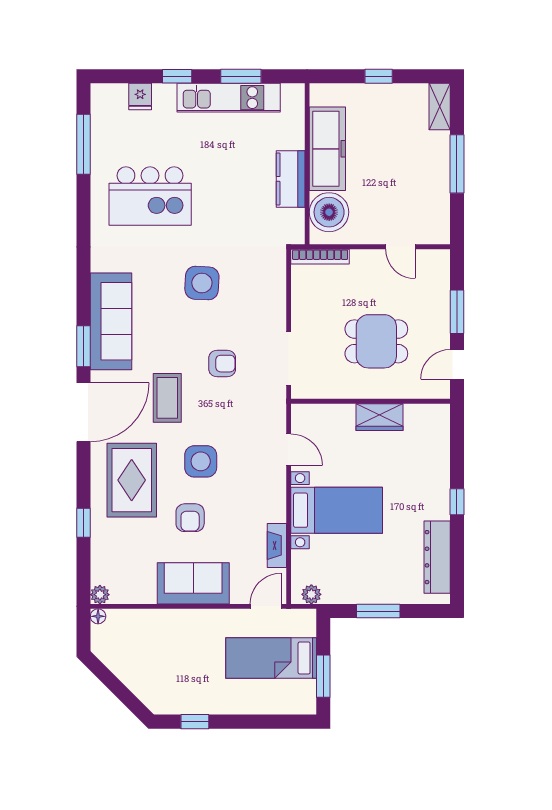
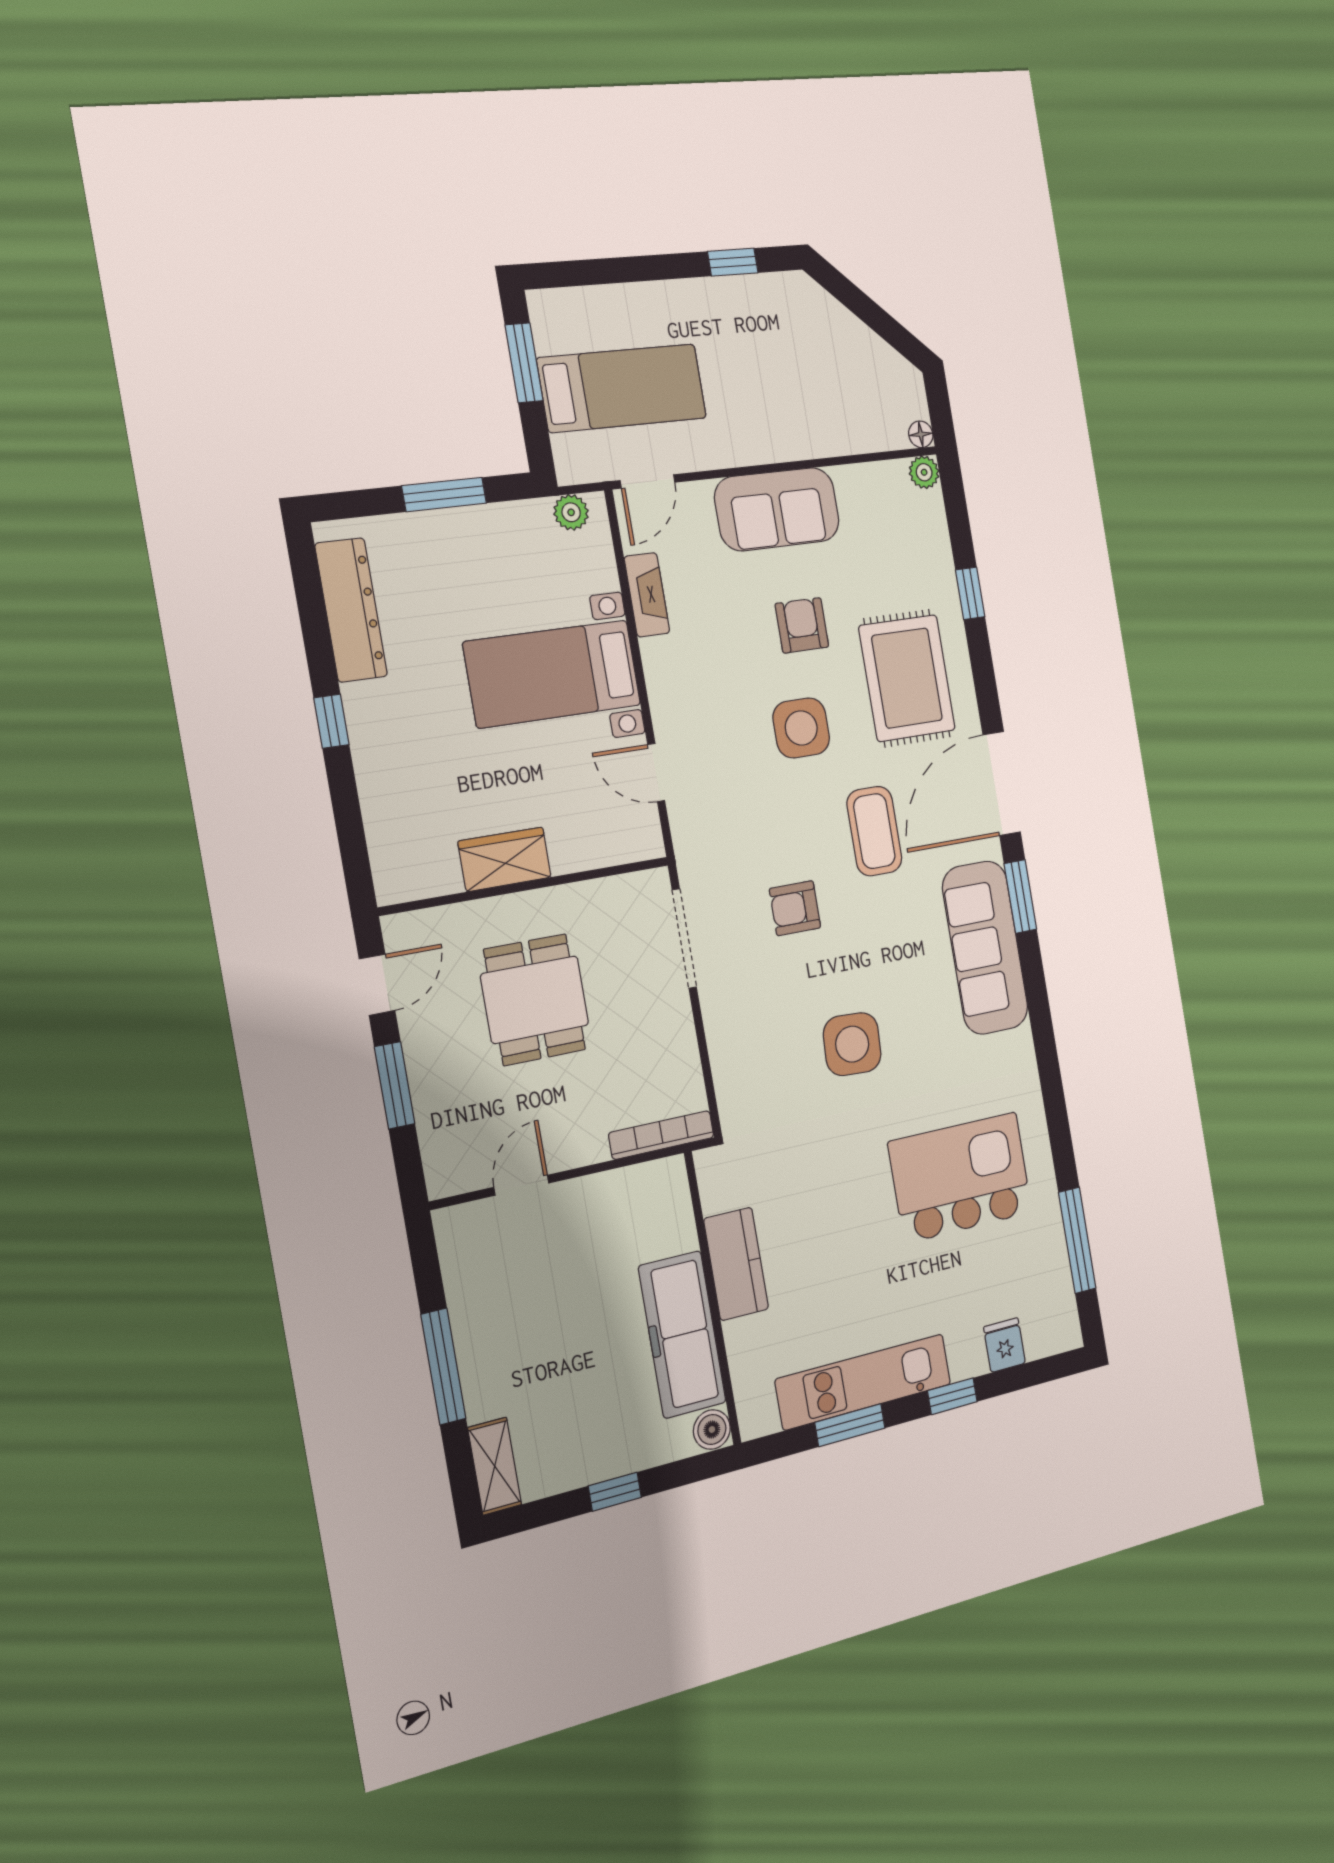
boiler: (329, 212) -> (712, 1430), moved, width x0.54, depth x0.54
door: (400, 247) -> (521, 1185), hinge flipped
dining table: (376, 341) -> (535, 1000), turned 90

